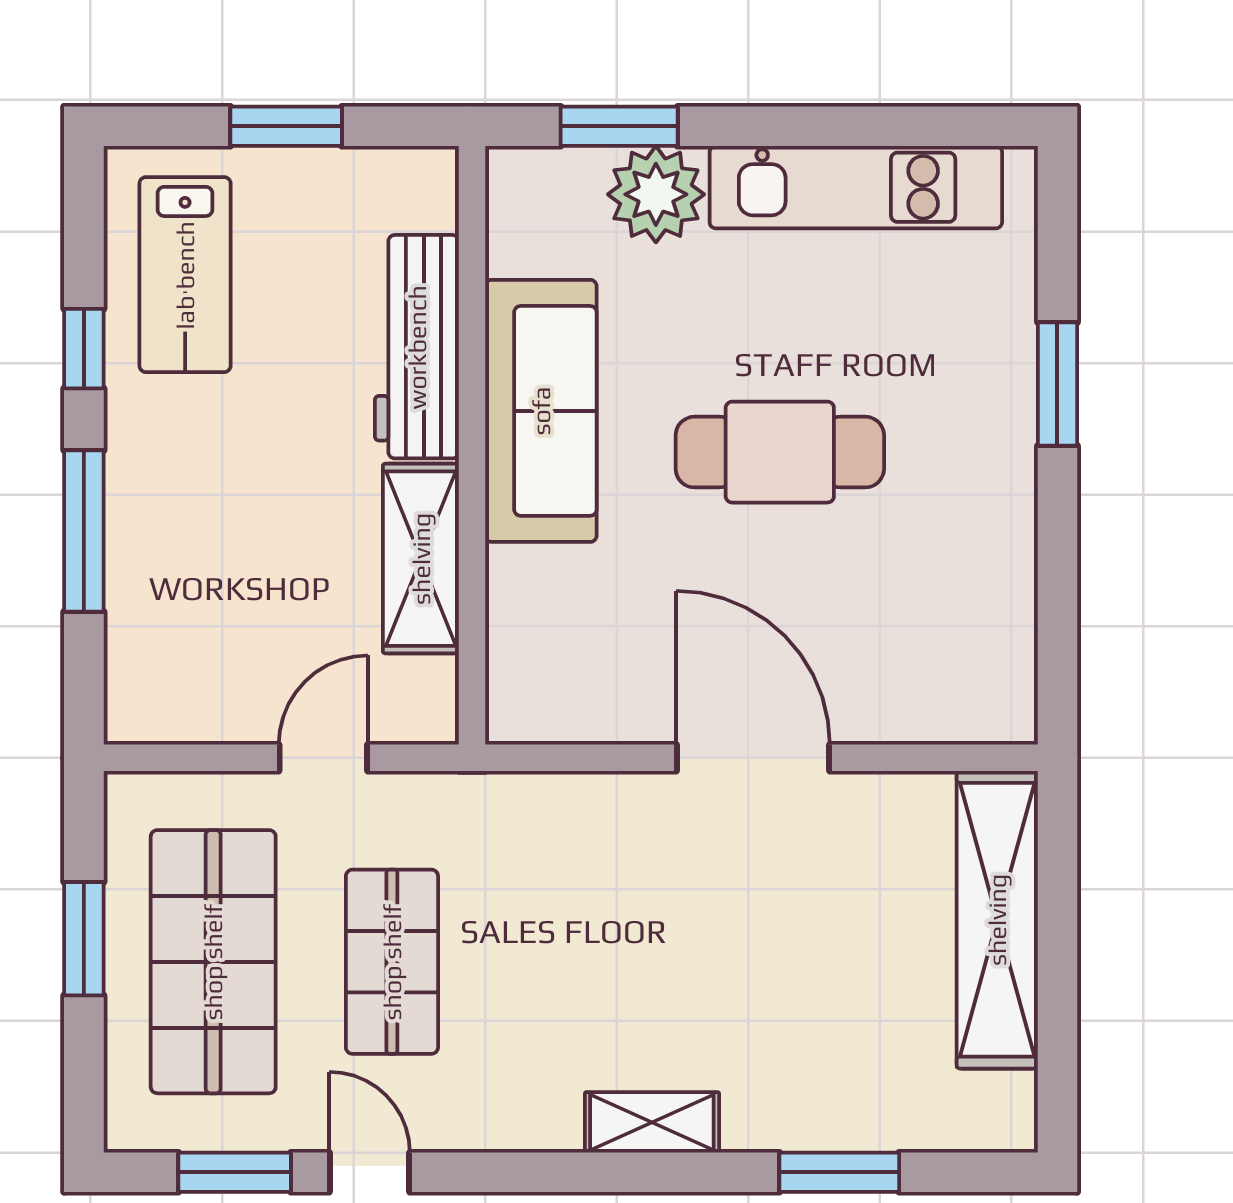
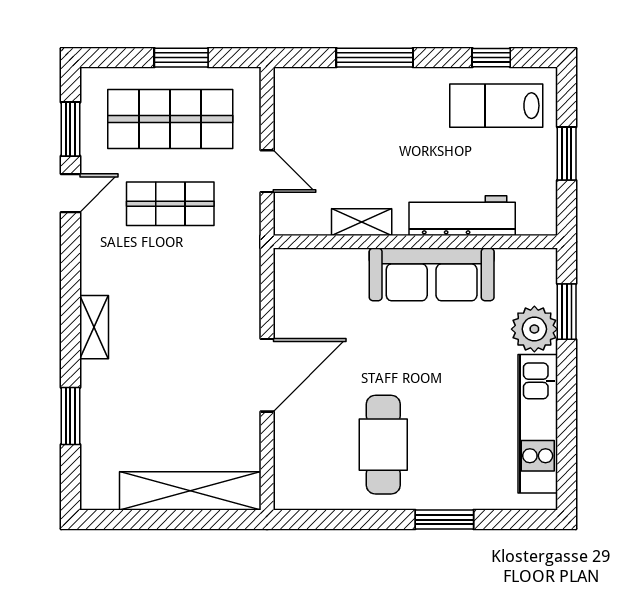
window: (84, 349) -> (491, 58), moved
cafe table: (780, 452) -> (383, 445), moved
shelving: (421, 559) -> (362, 222), width x0.67, depth x0.75

